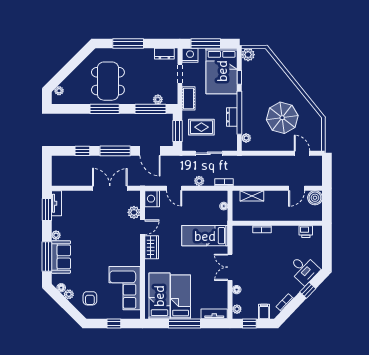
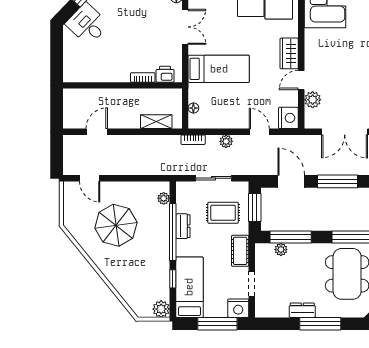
dresser: (164, 54) -> (302, 310), moved
bed: (222, 71) -> (189, 287), width x0.67
boiler: (315, 198) -> (72, 119), removed
printer: (306, 232) -> (165, 74), moved

